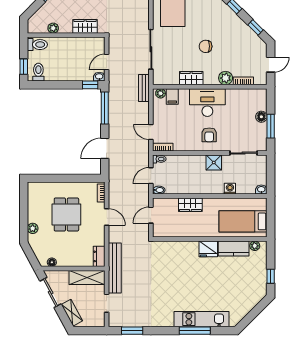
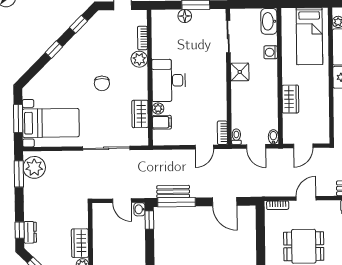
wardrobe: (85, 26) -> (80, 243), moved
wardrobe: (191, 78) -> (140, 114), moved
bench: (144, 88) -> (173, 192), moved
plant: (161, 93) -> (158, 108), moved
armchair: (209, 135) -> (207, 78), removed
washbasin: (261, 190) -> (269, 21), width x1.91, depth x1.45
door: (151, 215) -> (303, 146), hinge flipped

